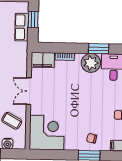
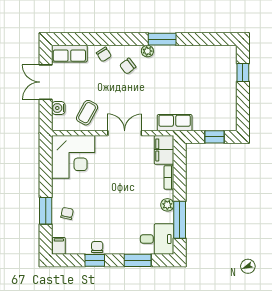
row of seats: (22, 27) -> (175, 123), moved
window: (99, 49) -> (180, 220), width x1.44
plant: (91, 63) -> (167, 205), width x0.53, depth x0.53

